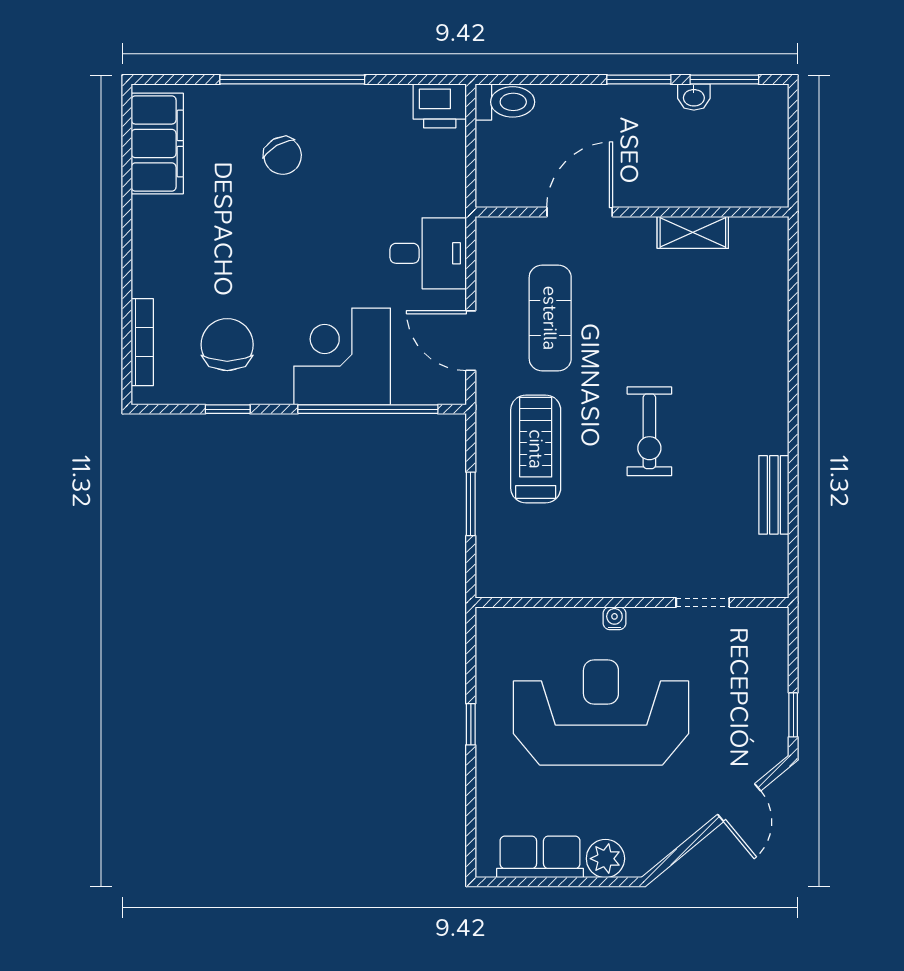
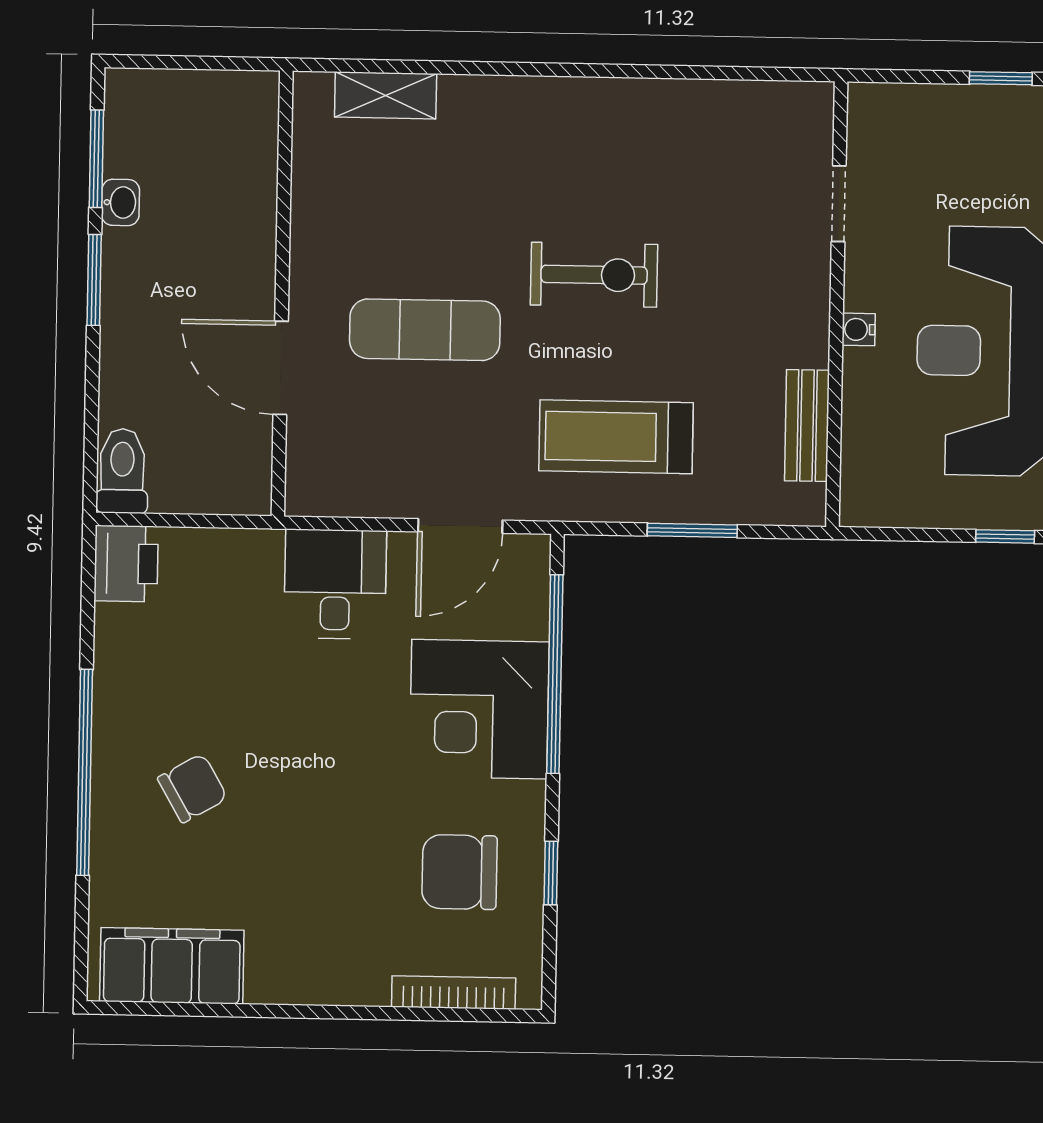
shelving: (693, 232) -> (386, 95), moved, turned 90
exercise mat: (550, 318) -> (425, 330), moved
bench: (774, 495) -> (807, 426), moved, turned 90

